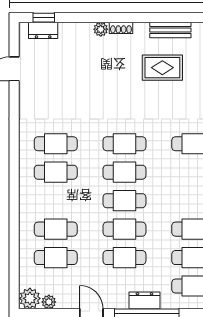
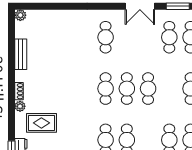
rug: (162, 68) -> (41, 123), moved, turned 90
cafe table: (124, 229) -> (169, 89), removed

